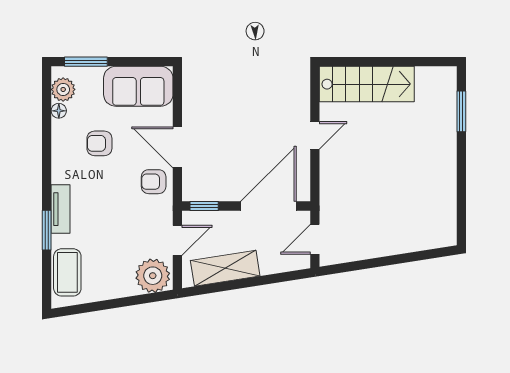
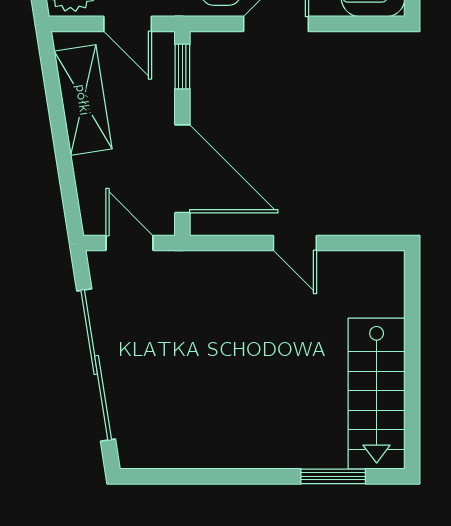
stairs: (367, 84) -> (377, 394), moved
sliding door: (392, 260) -> (96, 365), added

